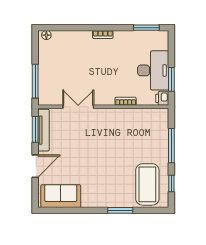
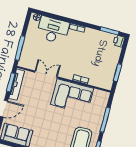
desk: (153, 70) -> (53, 30), moved, turned -90
printer: (162, 98) -> (119, 41), moved
corner sofa: (120, 126) -> (72, 96), added

